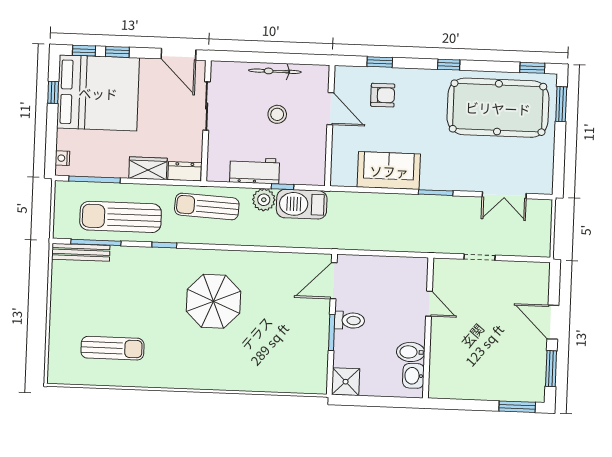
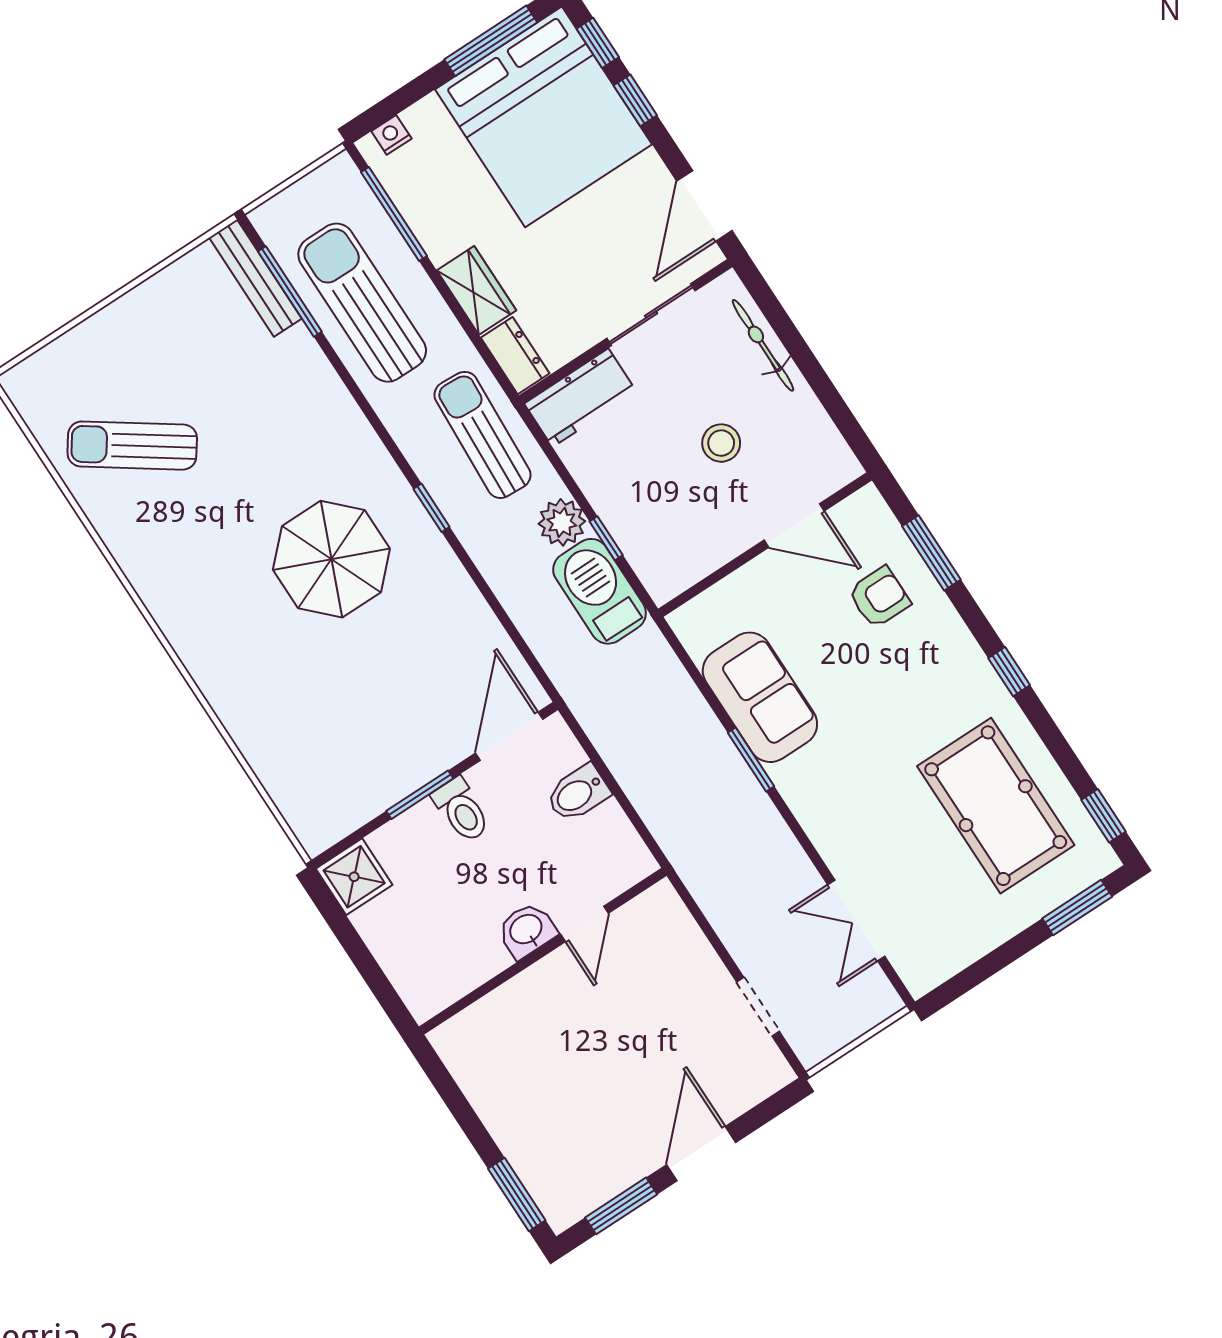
window: (380, 62) -> (931, 553), width x1.50
bicycle: (275, 71) -> (763, 345), moved
window: (53, 92) -> (491, 41), width x2.17
armchair: (383, 95) -> (879, 597), turned -90
pool table: (498, 108) -> (996, 806), width x0.73, depth x0.76
door: (330, 109) -> (794, 526), hinge flipped
workbench: (255, 171) -> (580, 398), moved, turned 90
window: (436, 193) -> (751, 760), moved
window: (164, 245) -> (432, 508), moved
doorway: (480, 257) -> (758, 1007), moved
door: (334, 281) -> (509, 736), hinge flipped
sun lounger: (112, 348) -> (132, 446), turned 125
bidet: (411, 352) -> (578, 793), moved, turned -90
washbasin: (413, 376) -> (527, 930), moved

